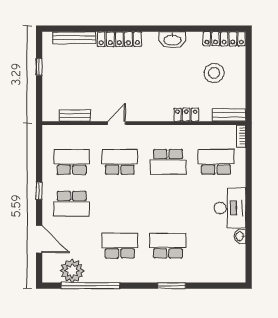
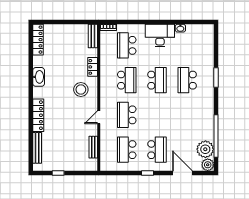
stool: (214, 73) -> (81, 89), moved
door: (116, 123) -> (99, 117), hinge flipped
door: (39, 239) -> (182, 173), hinge flipped
school desk: (120, 246) -> (157, 80), moved, turned 180
plant: (51, 274) -> (208, 165), added

